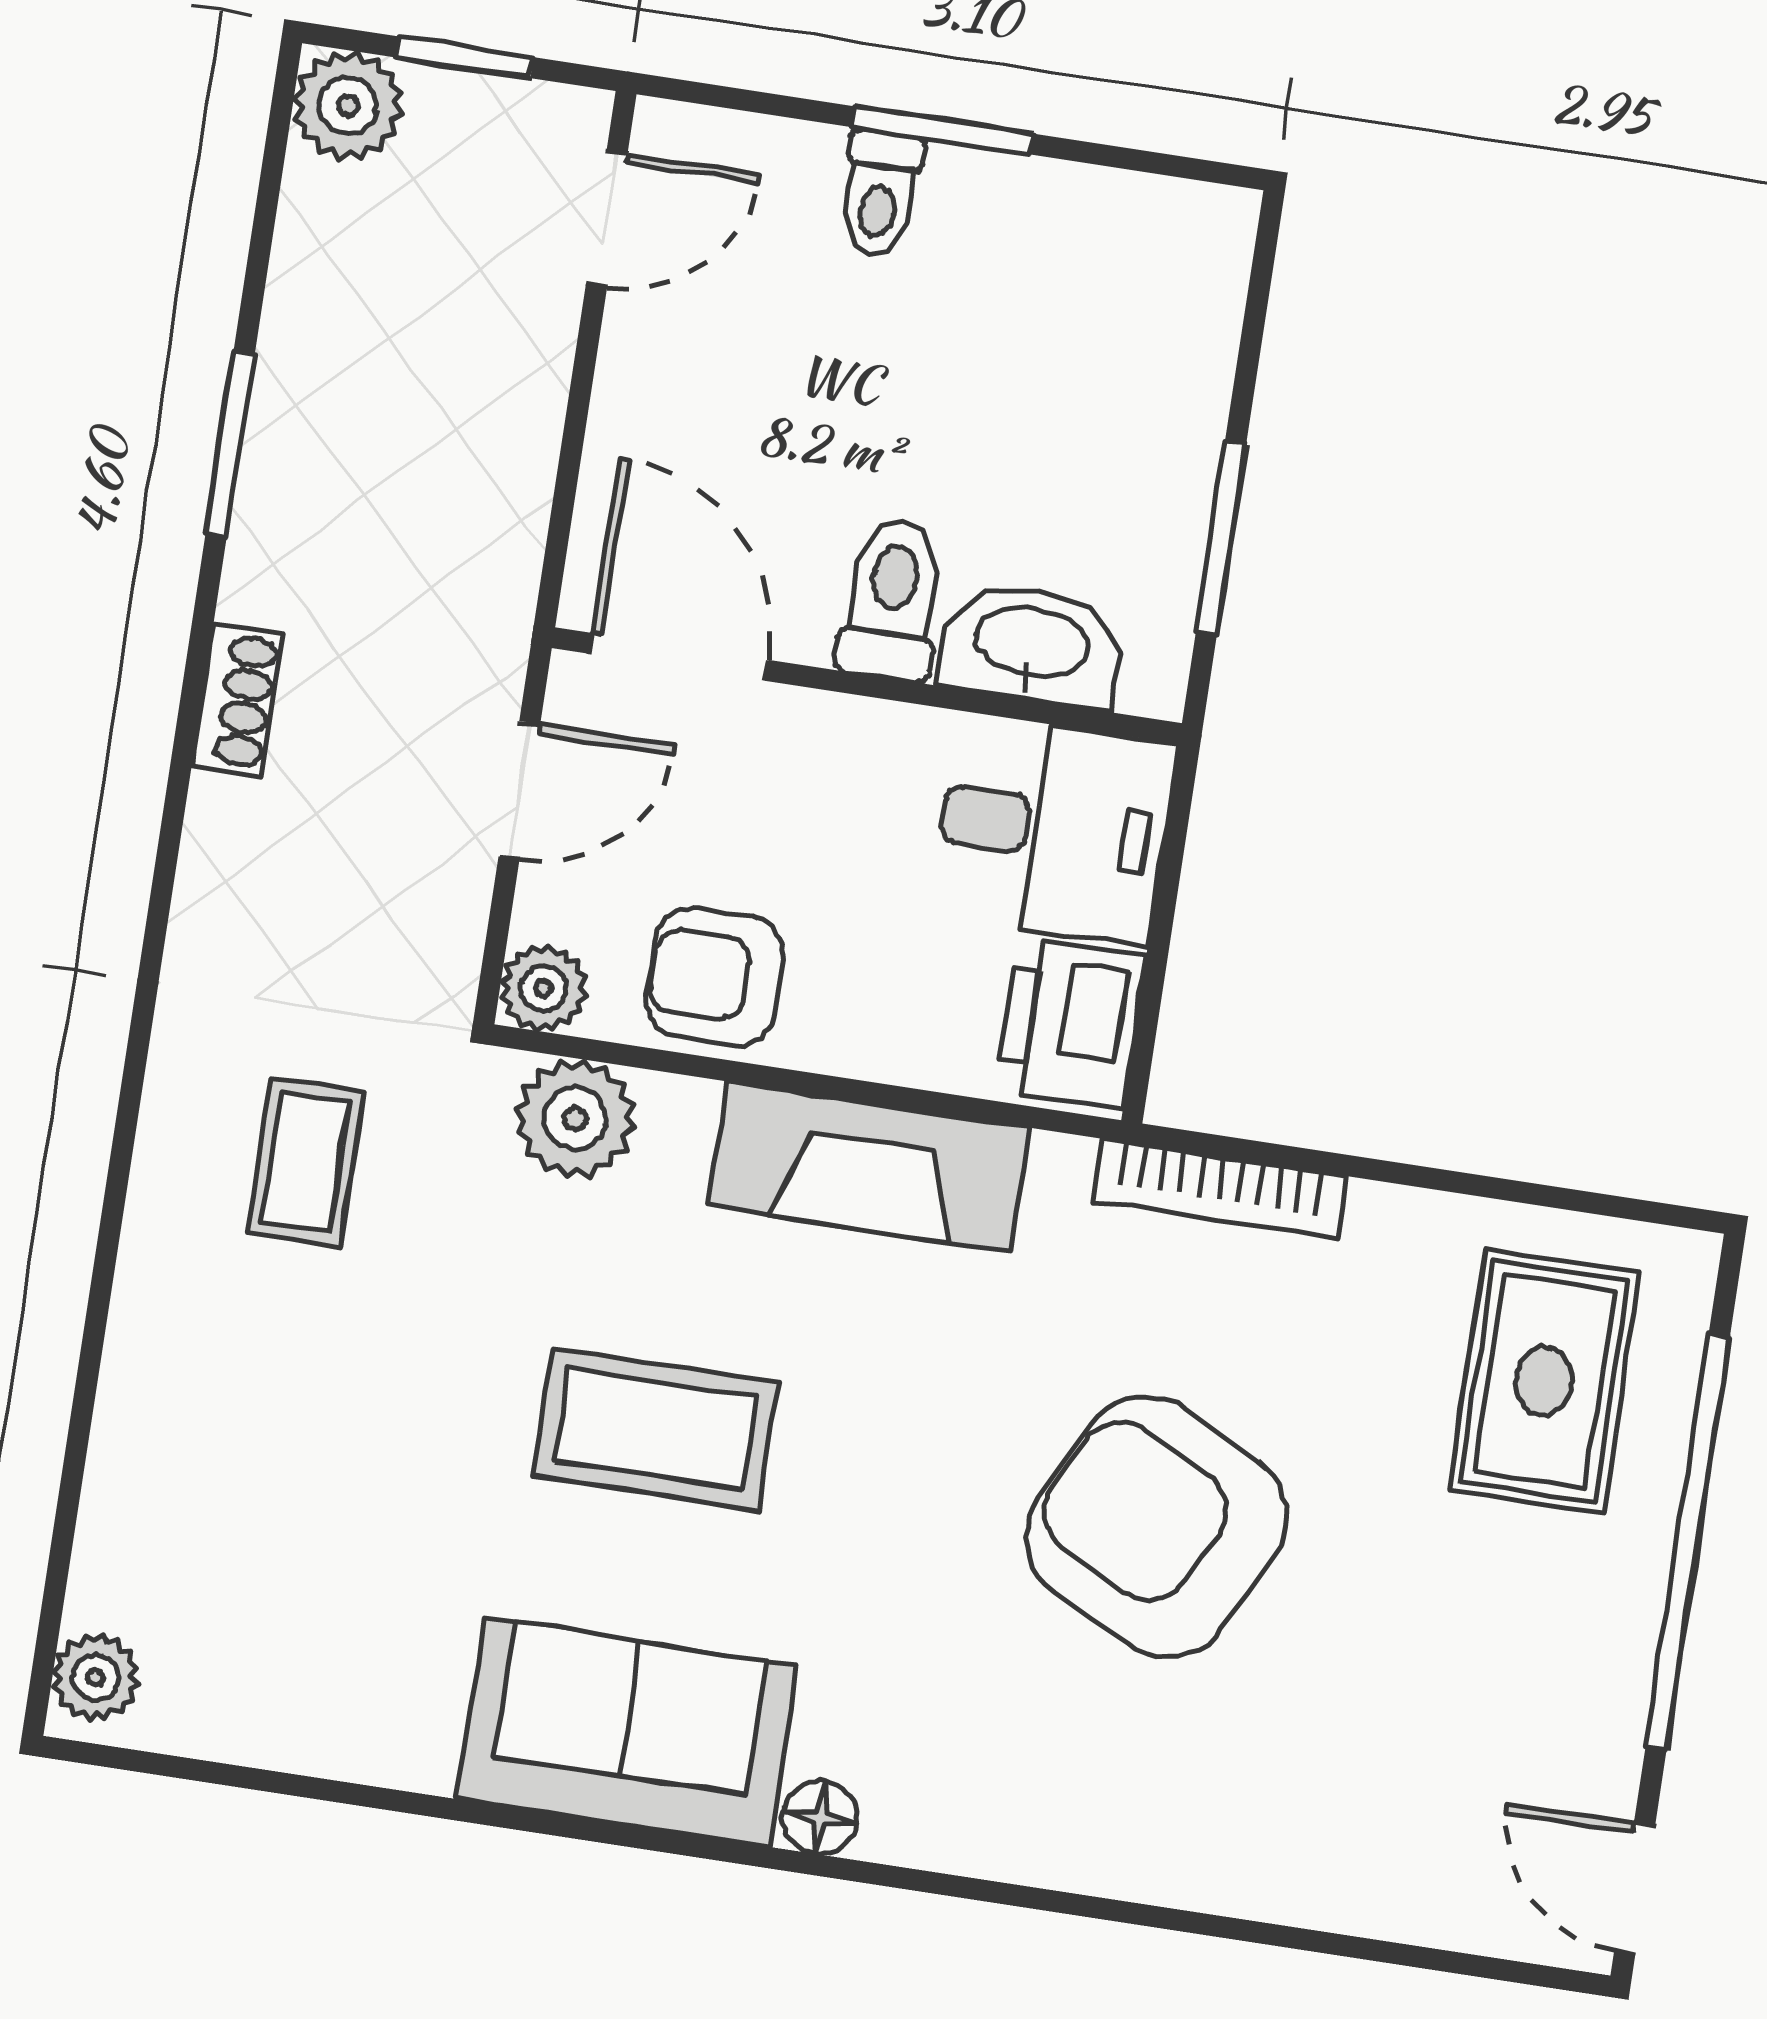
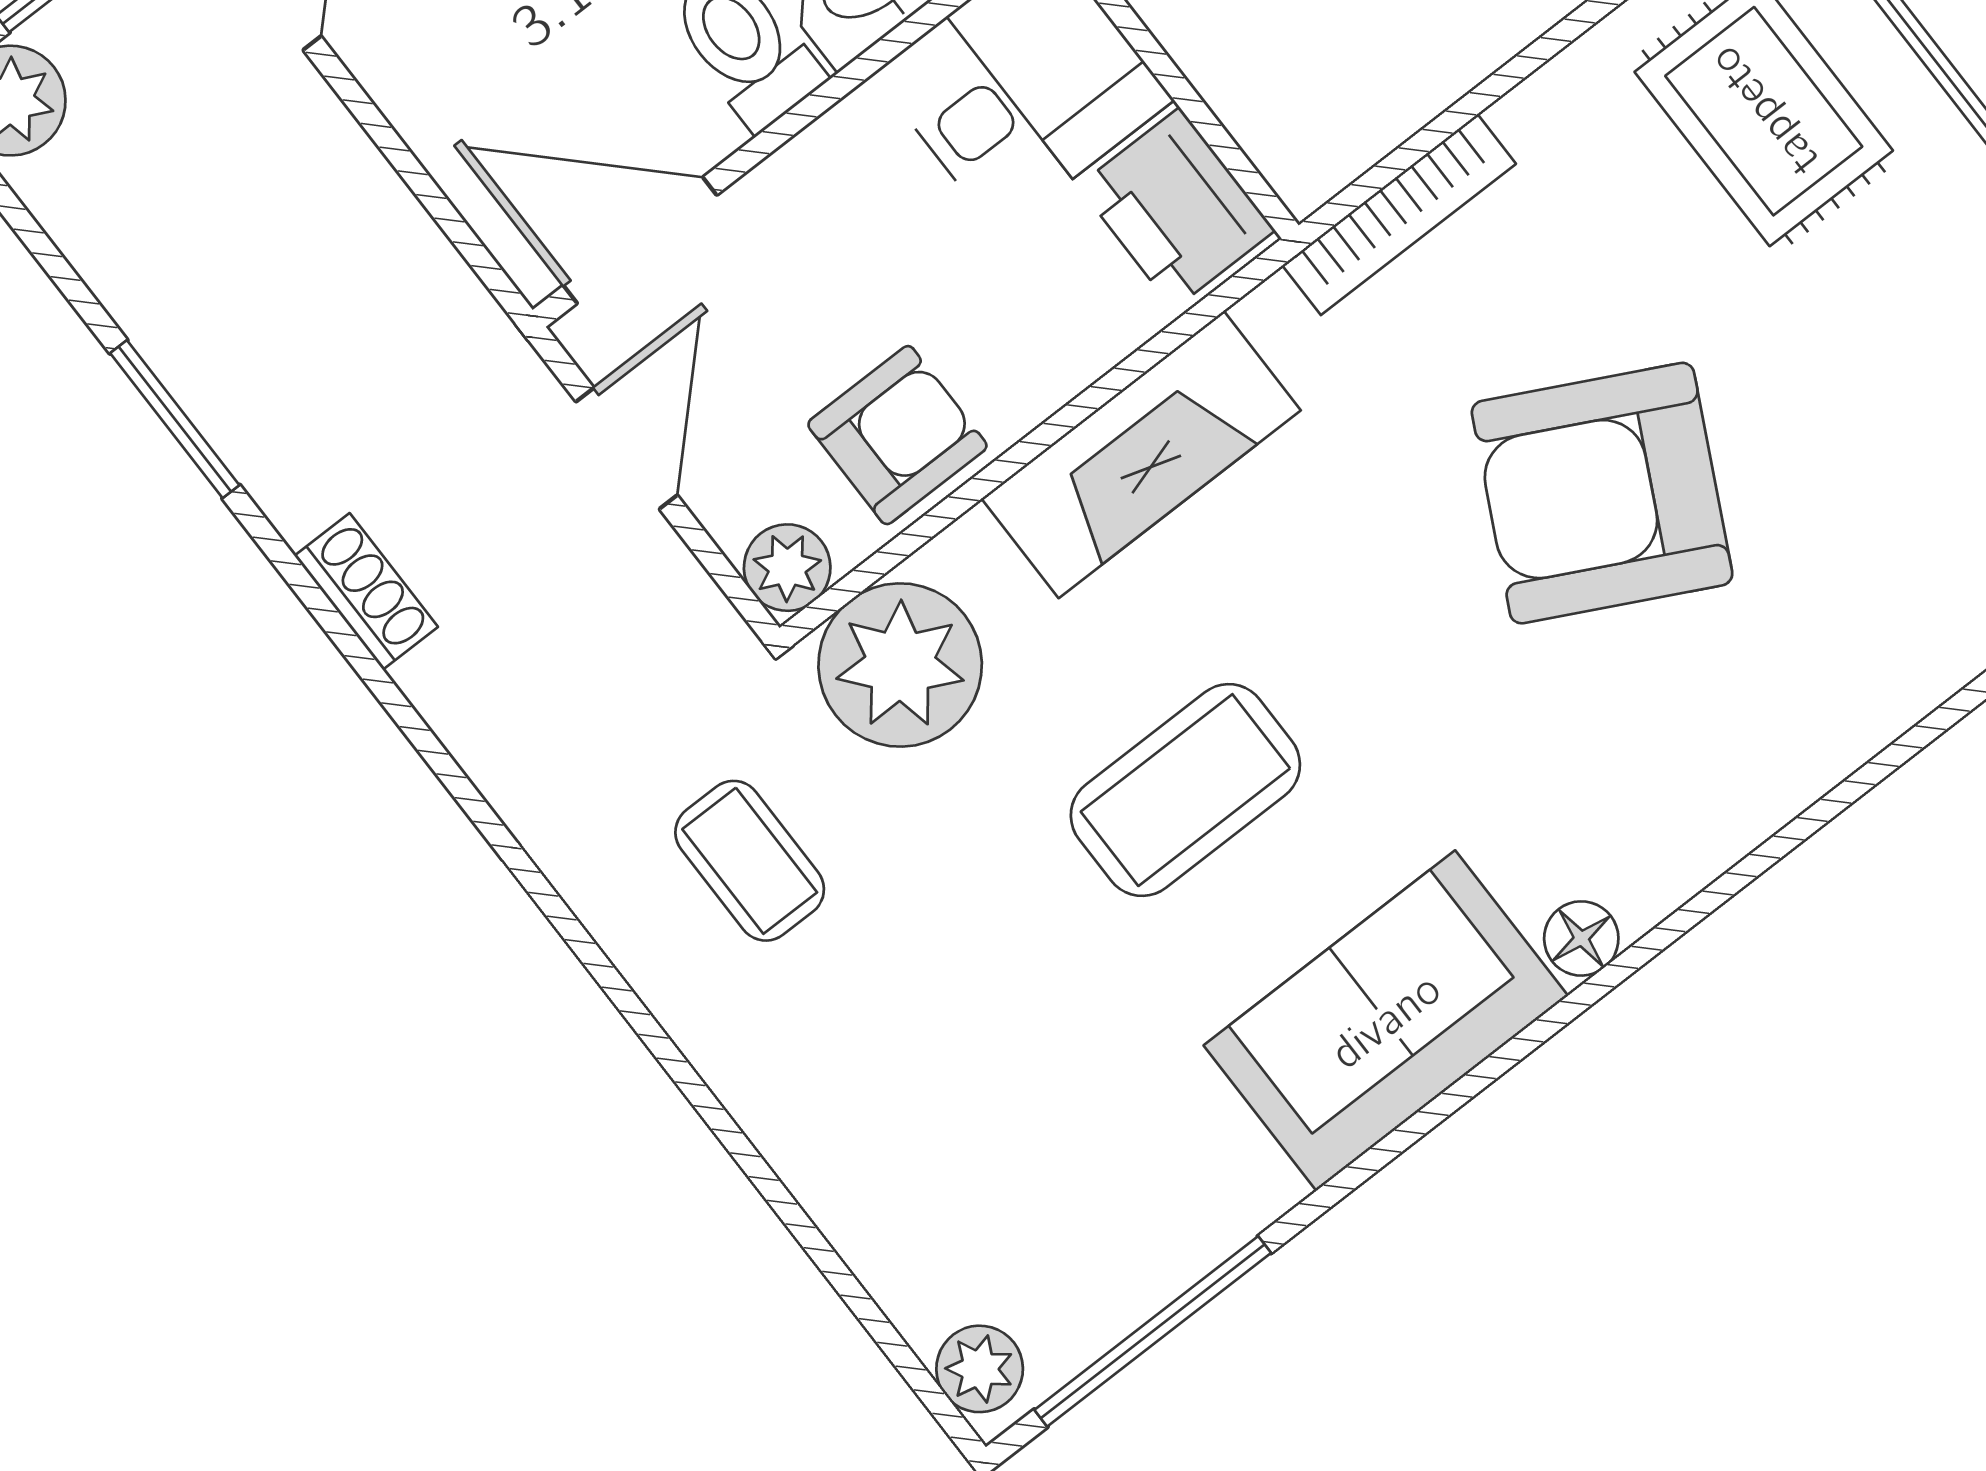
armchair: (715, 977) -> (897, 435), turned 180
plant: (575, 1119) -> (900, 665), width x1.36, depth x1.36
window: (242, 1777) -> (1153, 1331), added

